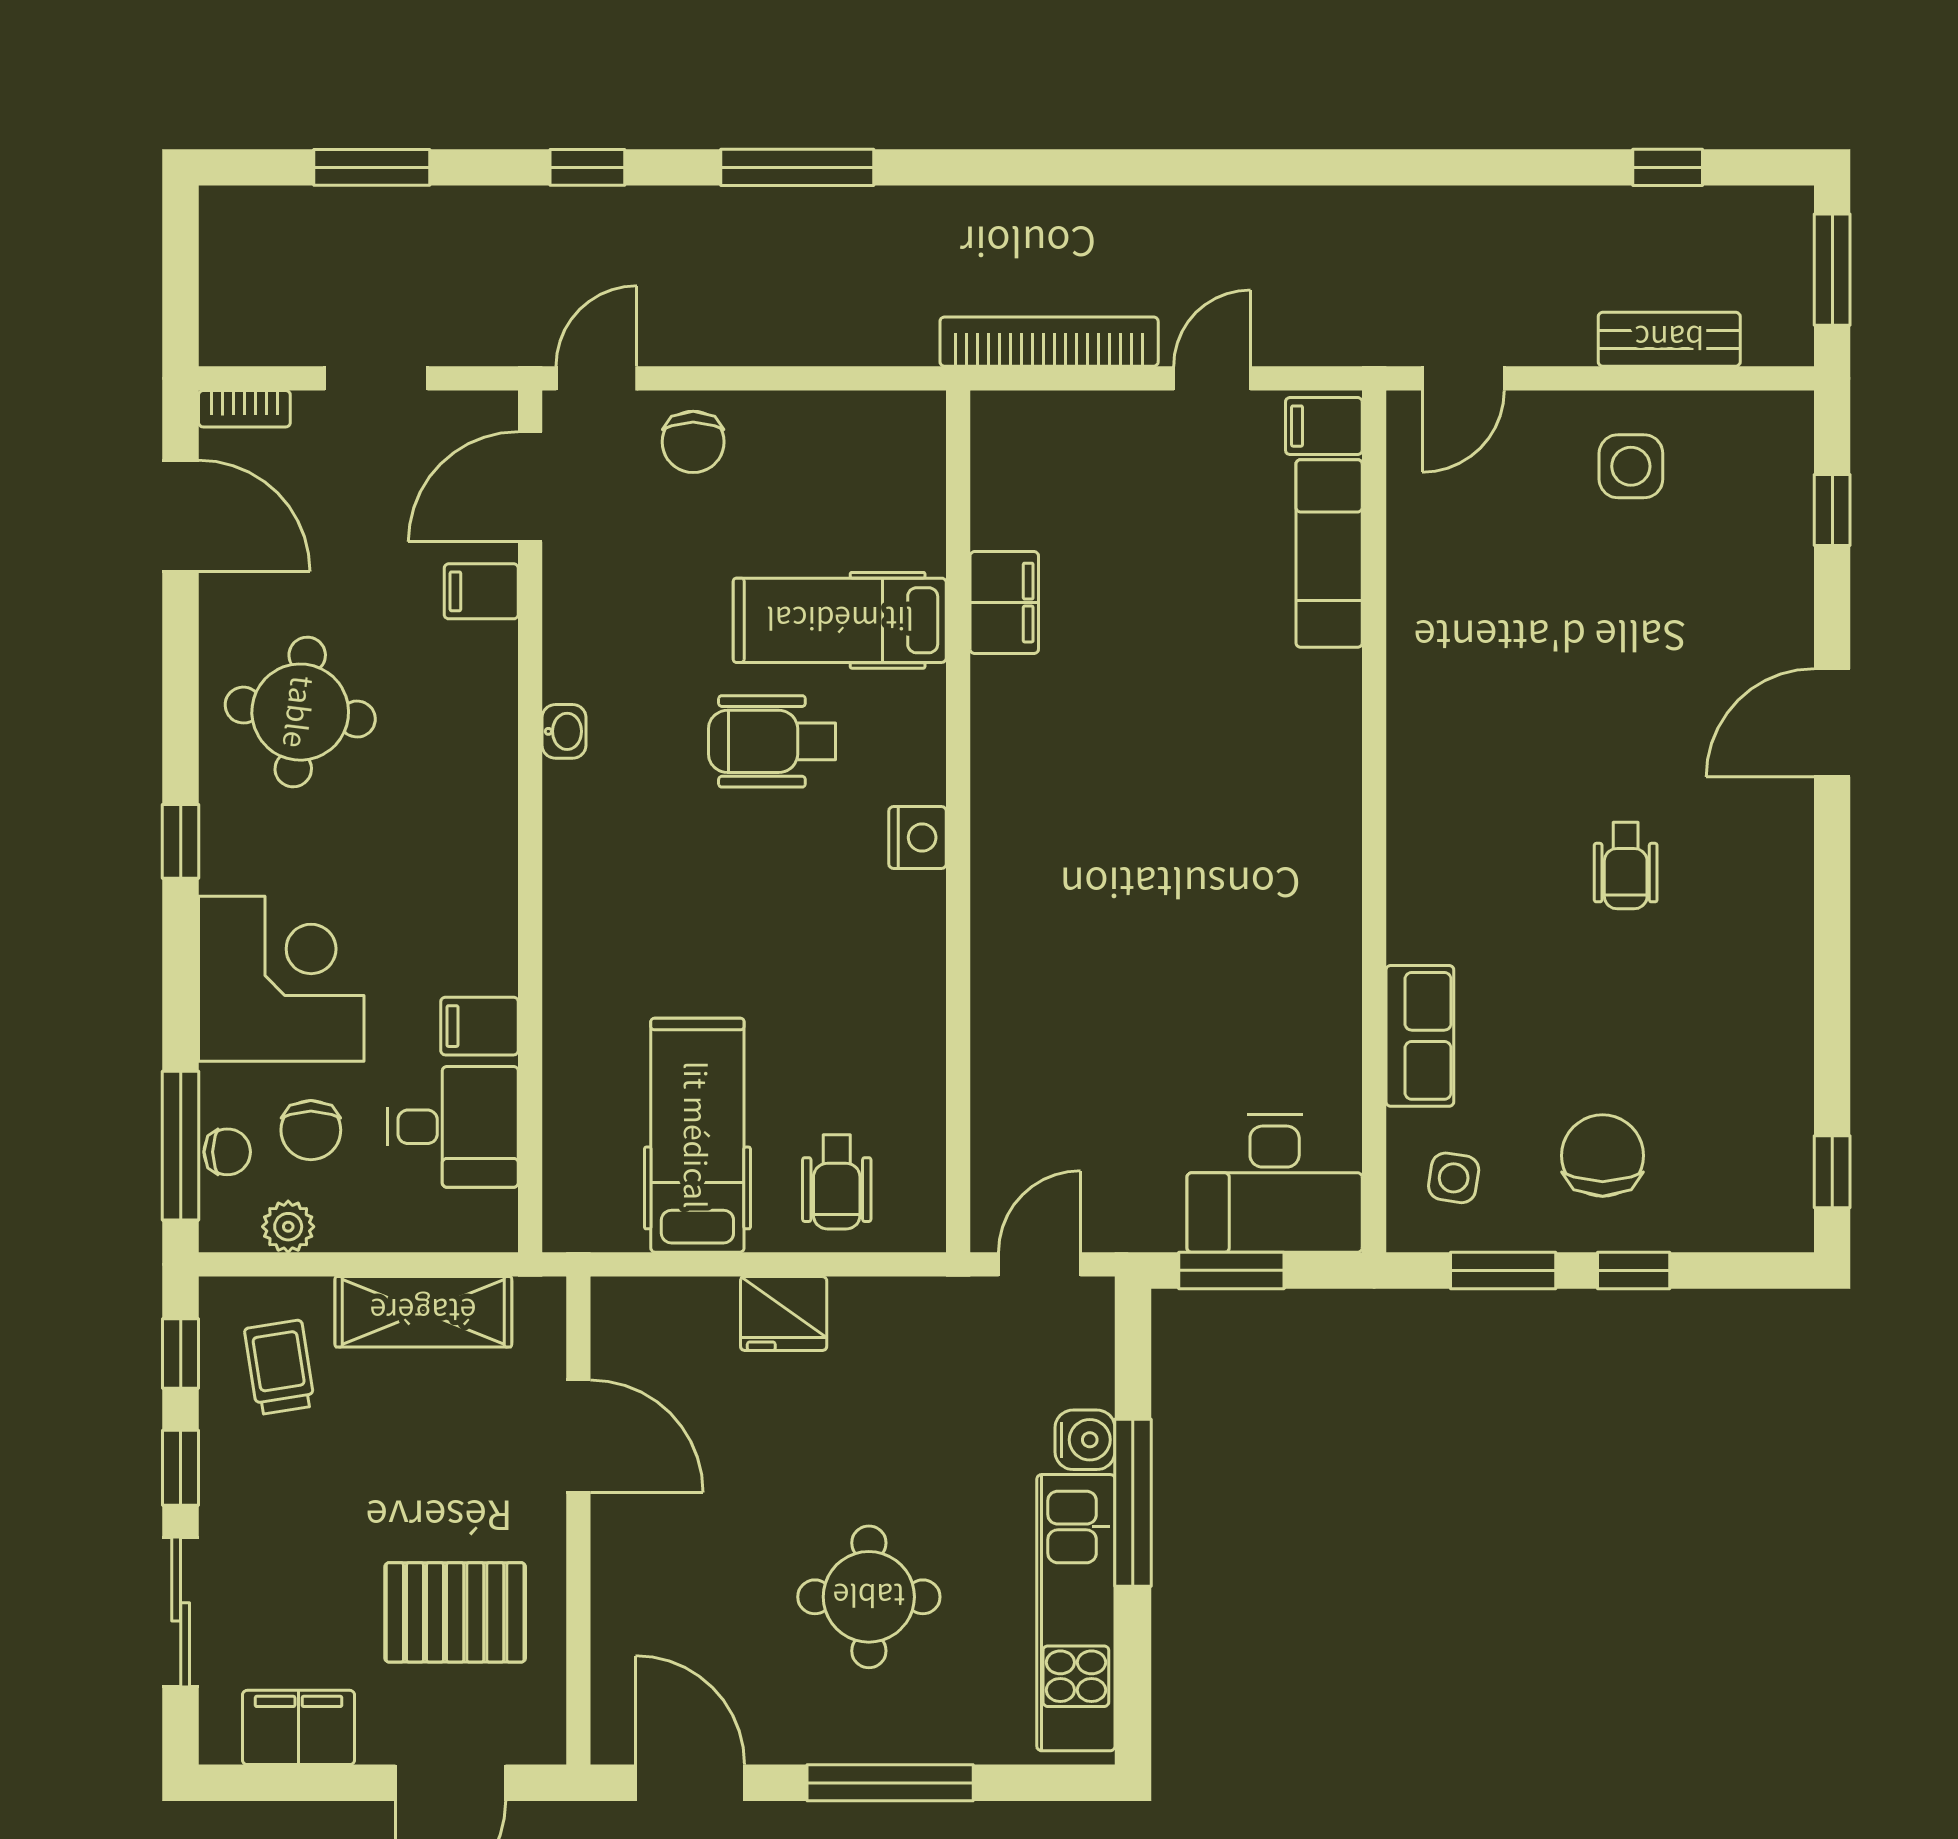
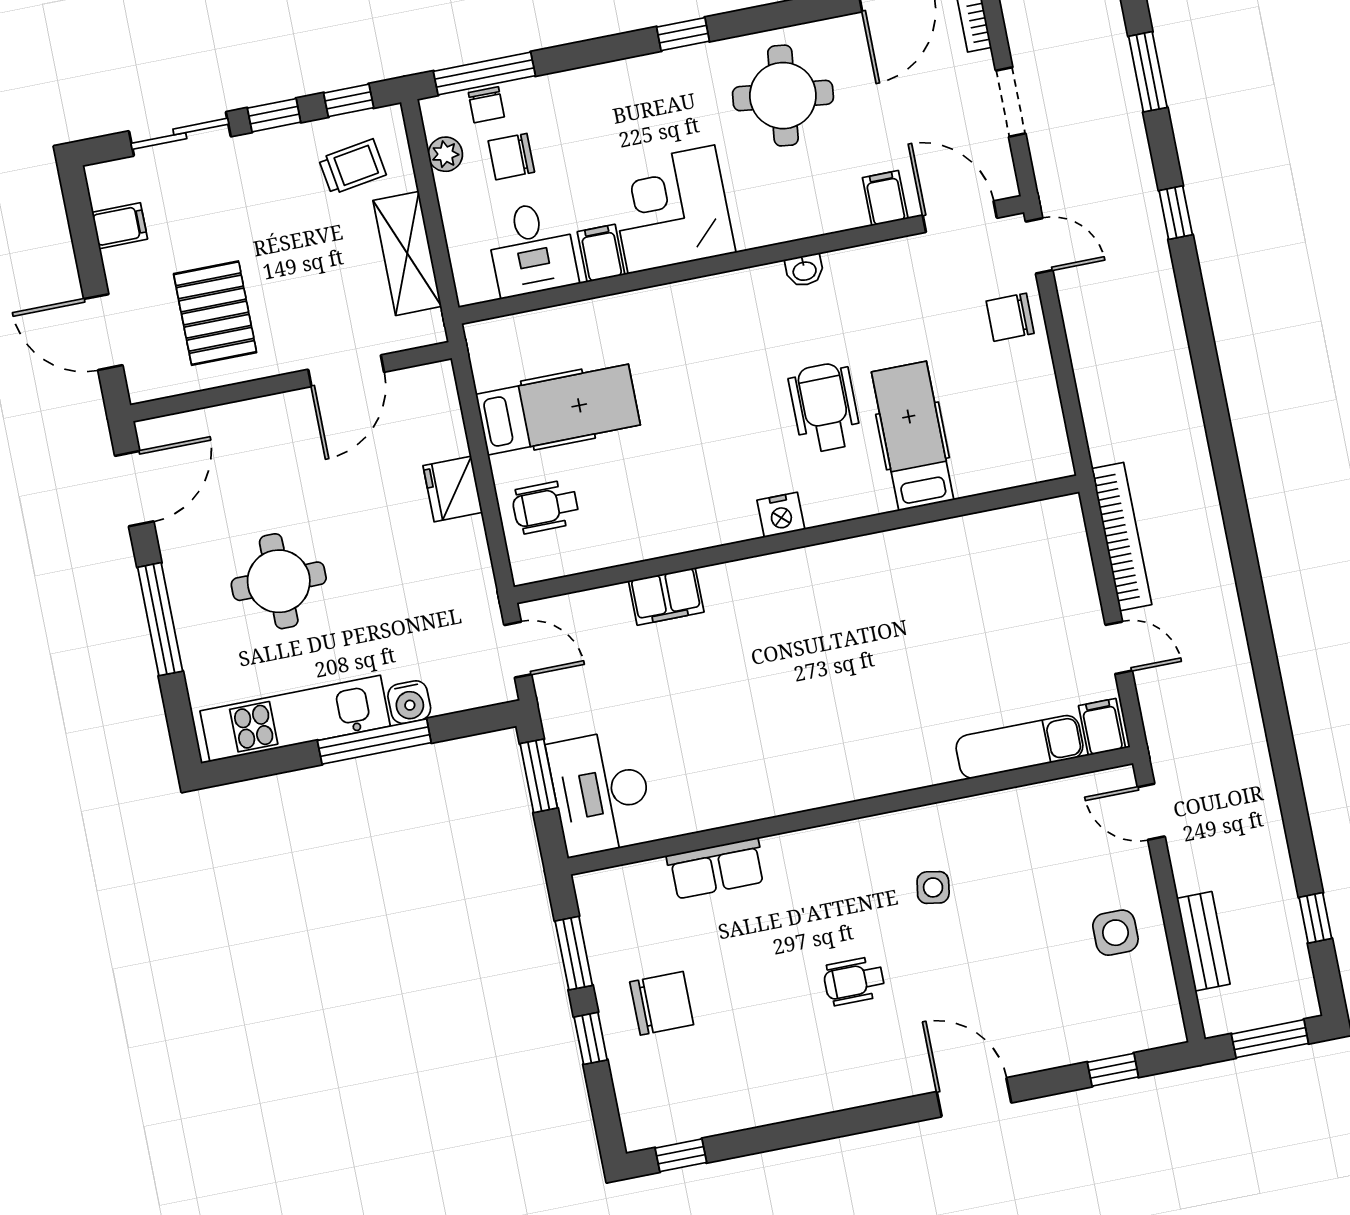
window: (797, 167) -> (1203, 350), removed
filing cabinet: (1004, 603) -> (666, 596), moved
corner desk: (281, 979) -> (671, 209), moved, turned 180
side table: (1454, 1178) -> (933, 887), moved
filing cabinet: (299, 1727) -> (120, 226), width x0.50

